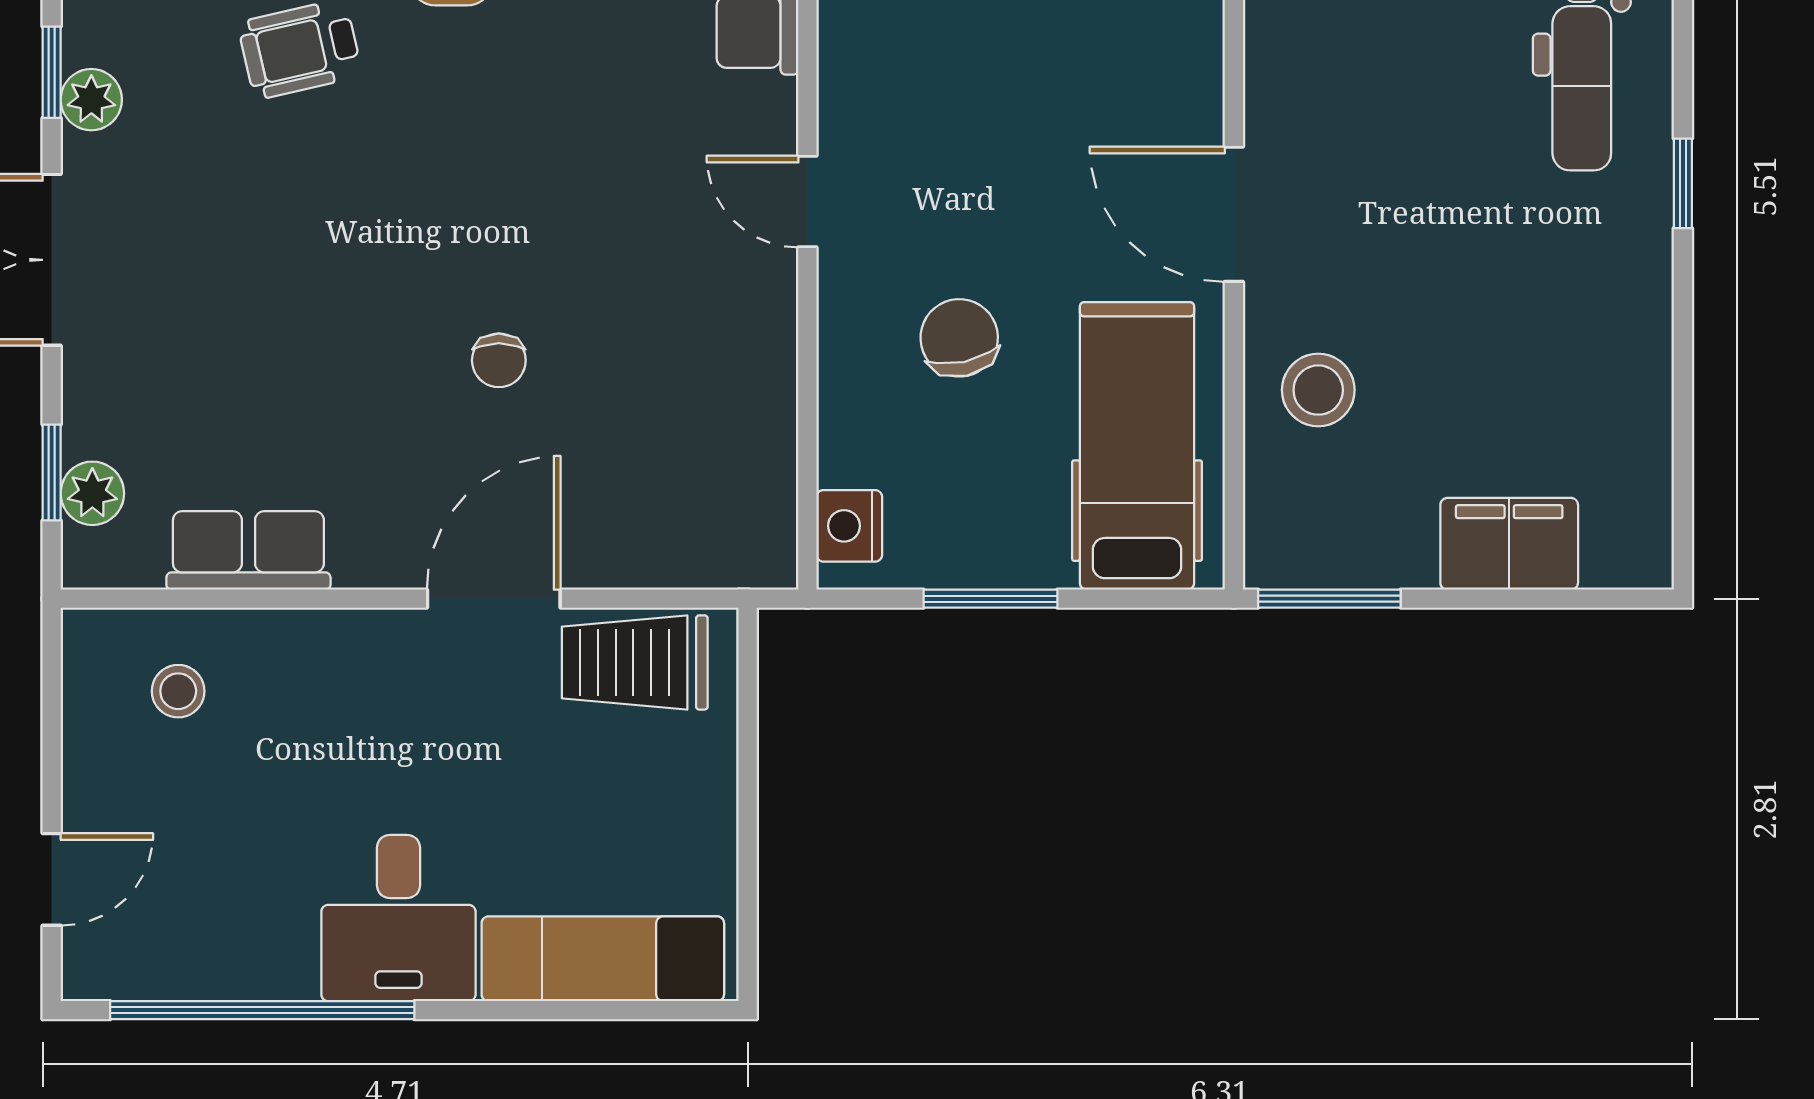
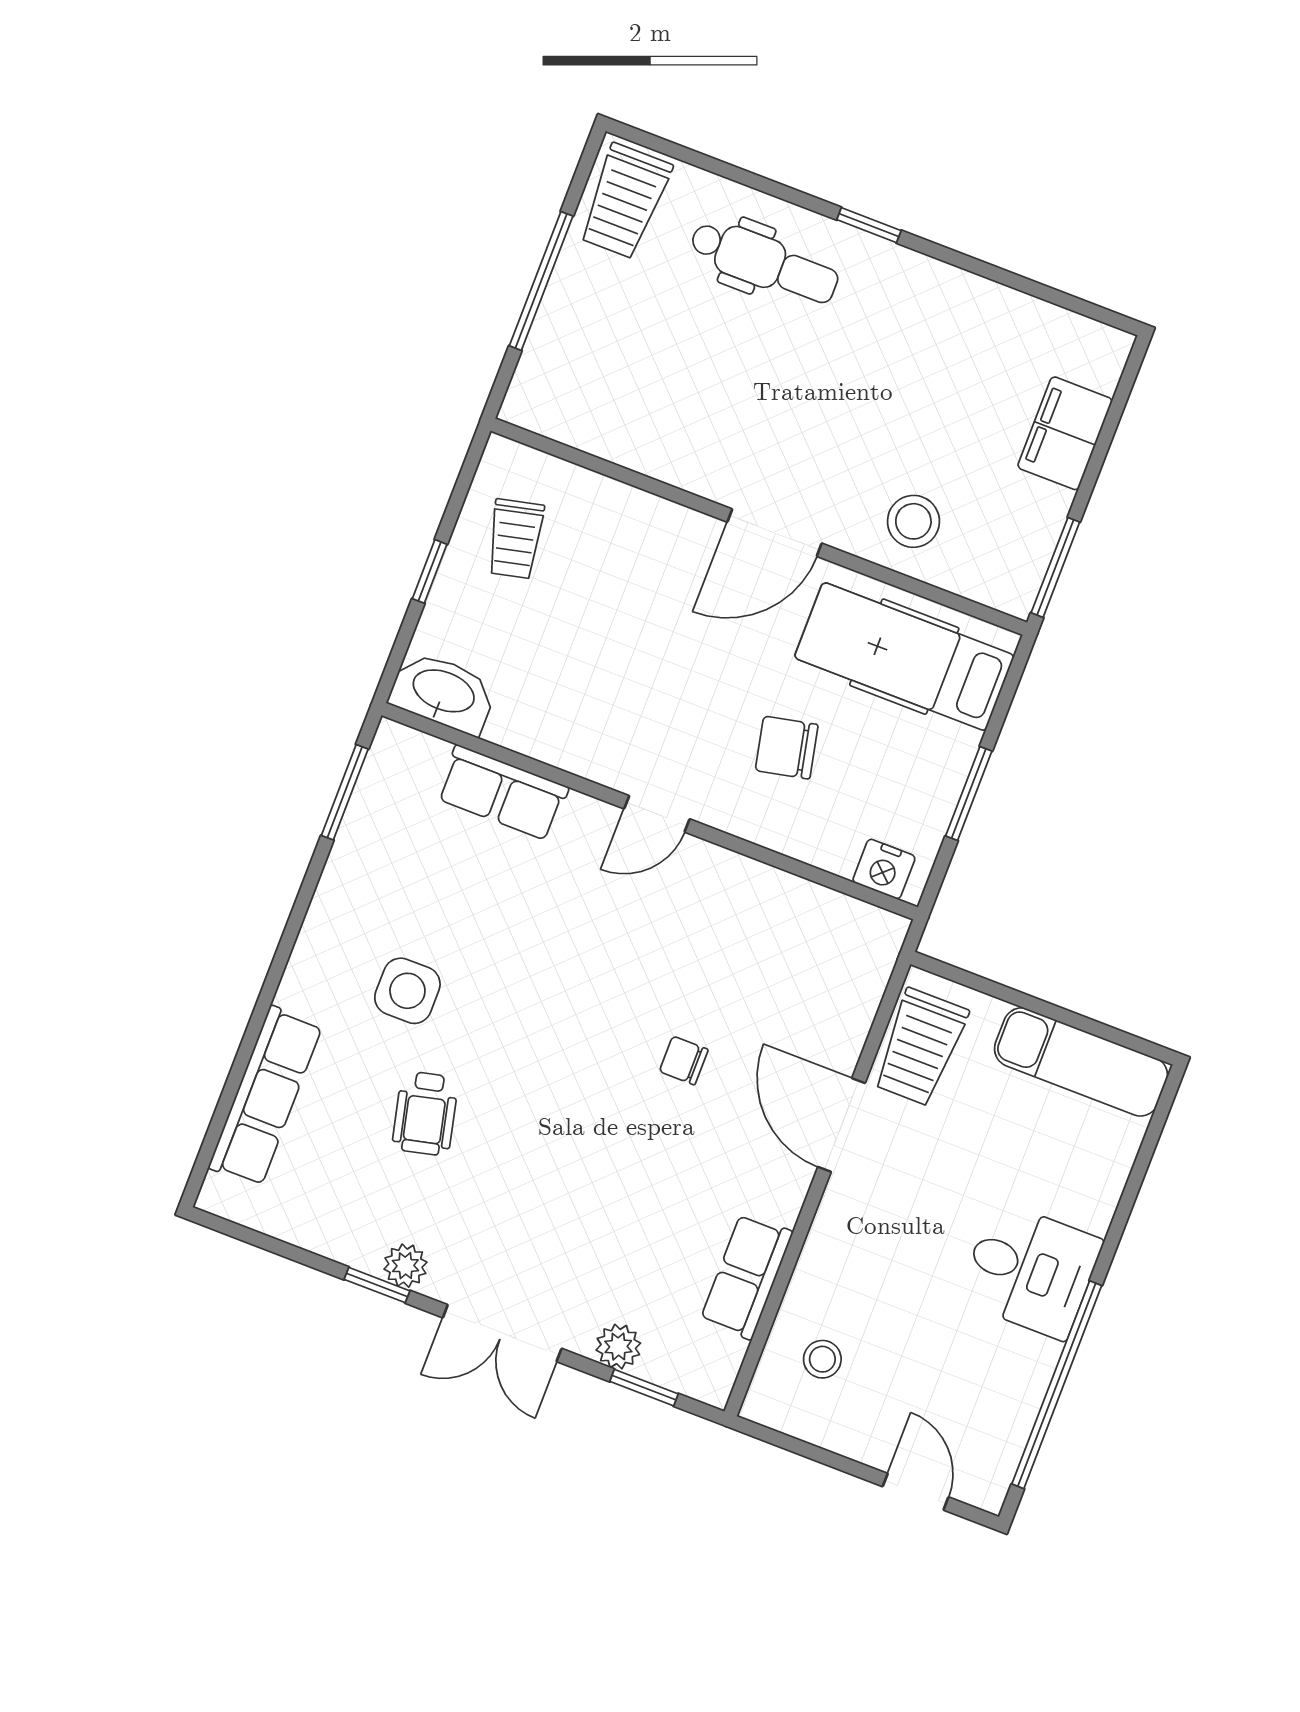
chair: (499, 360) -> (684, 1060), turned 180
plant: (92, 493) -> (618, 1347), moved
exam couch: (603, 959) -> (1081, 1062), moved, turned -90

